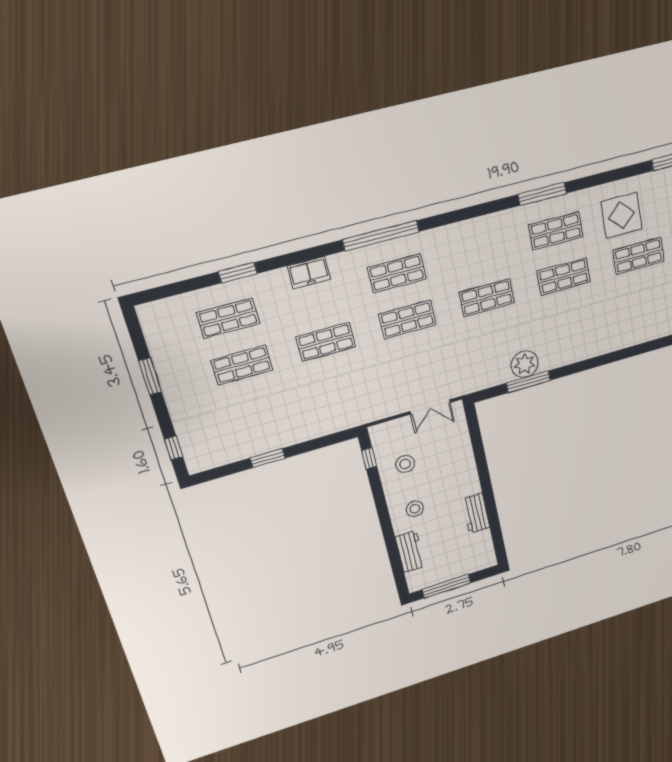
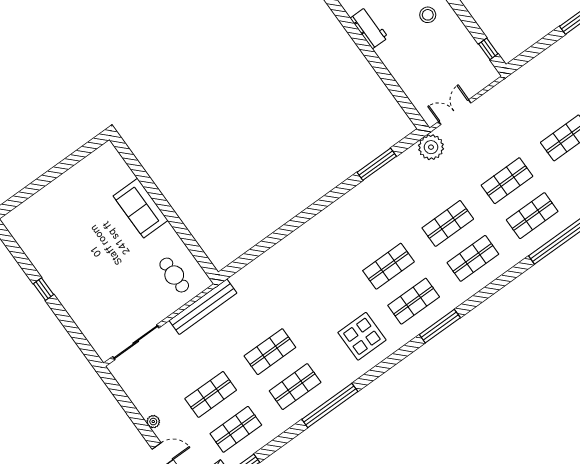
shop shelf: (639, 256) -> (473, 258), moved
plant: (525, 364) -> (431, 147), moved
stool: (405, 464) -> (455, 54), removed

